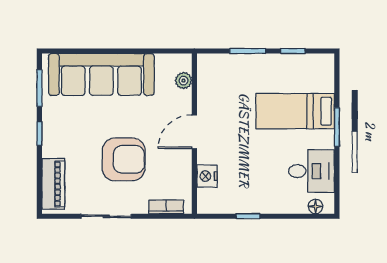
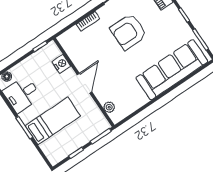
plant: (183, 81) -> (109, 107), moved
door: (194, 132) -> (84, 83), moved
wall: (194, 134) -> (84, 82), moved
nightstand: (207, 176) -> (61, 64), moved

